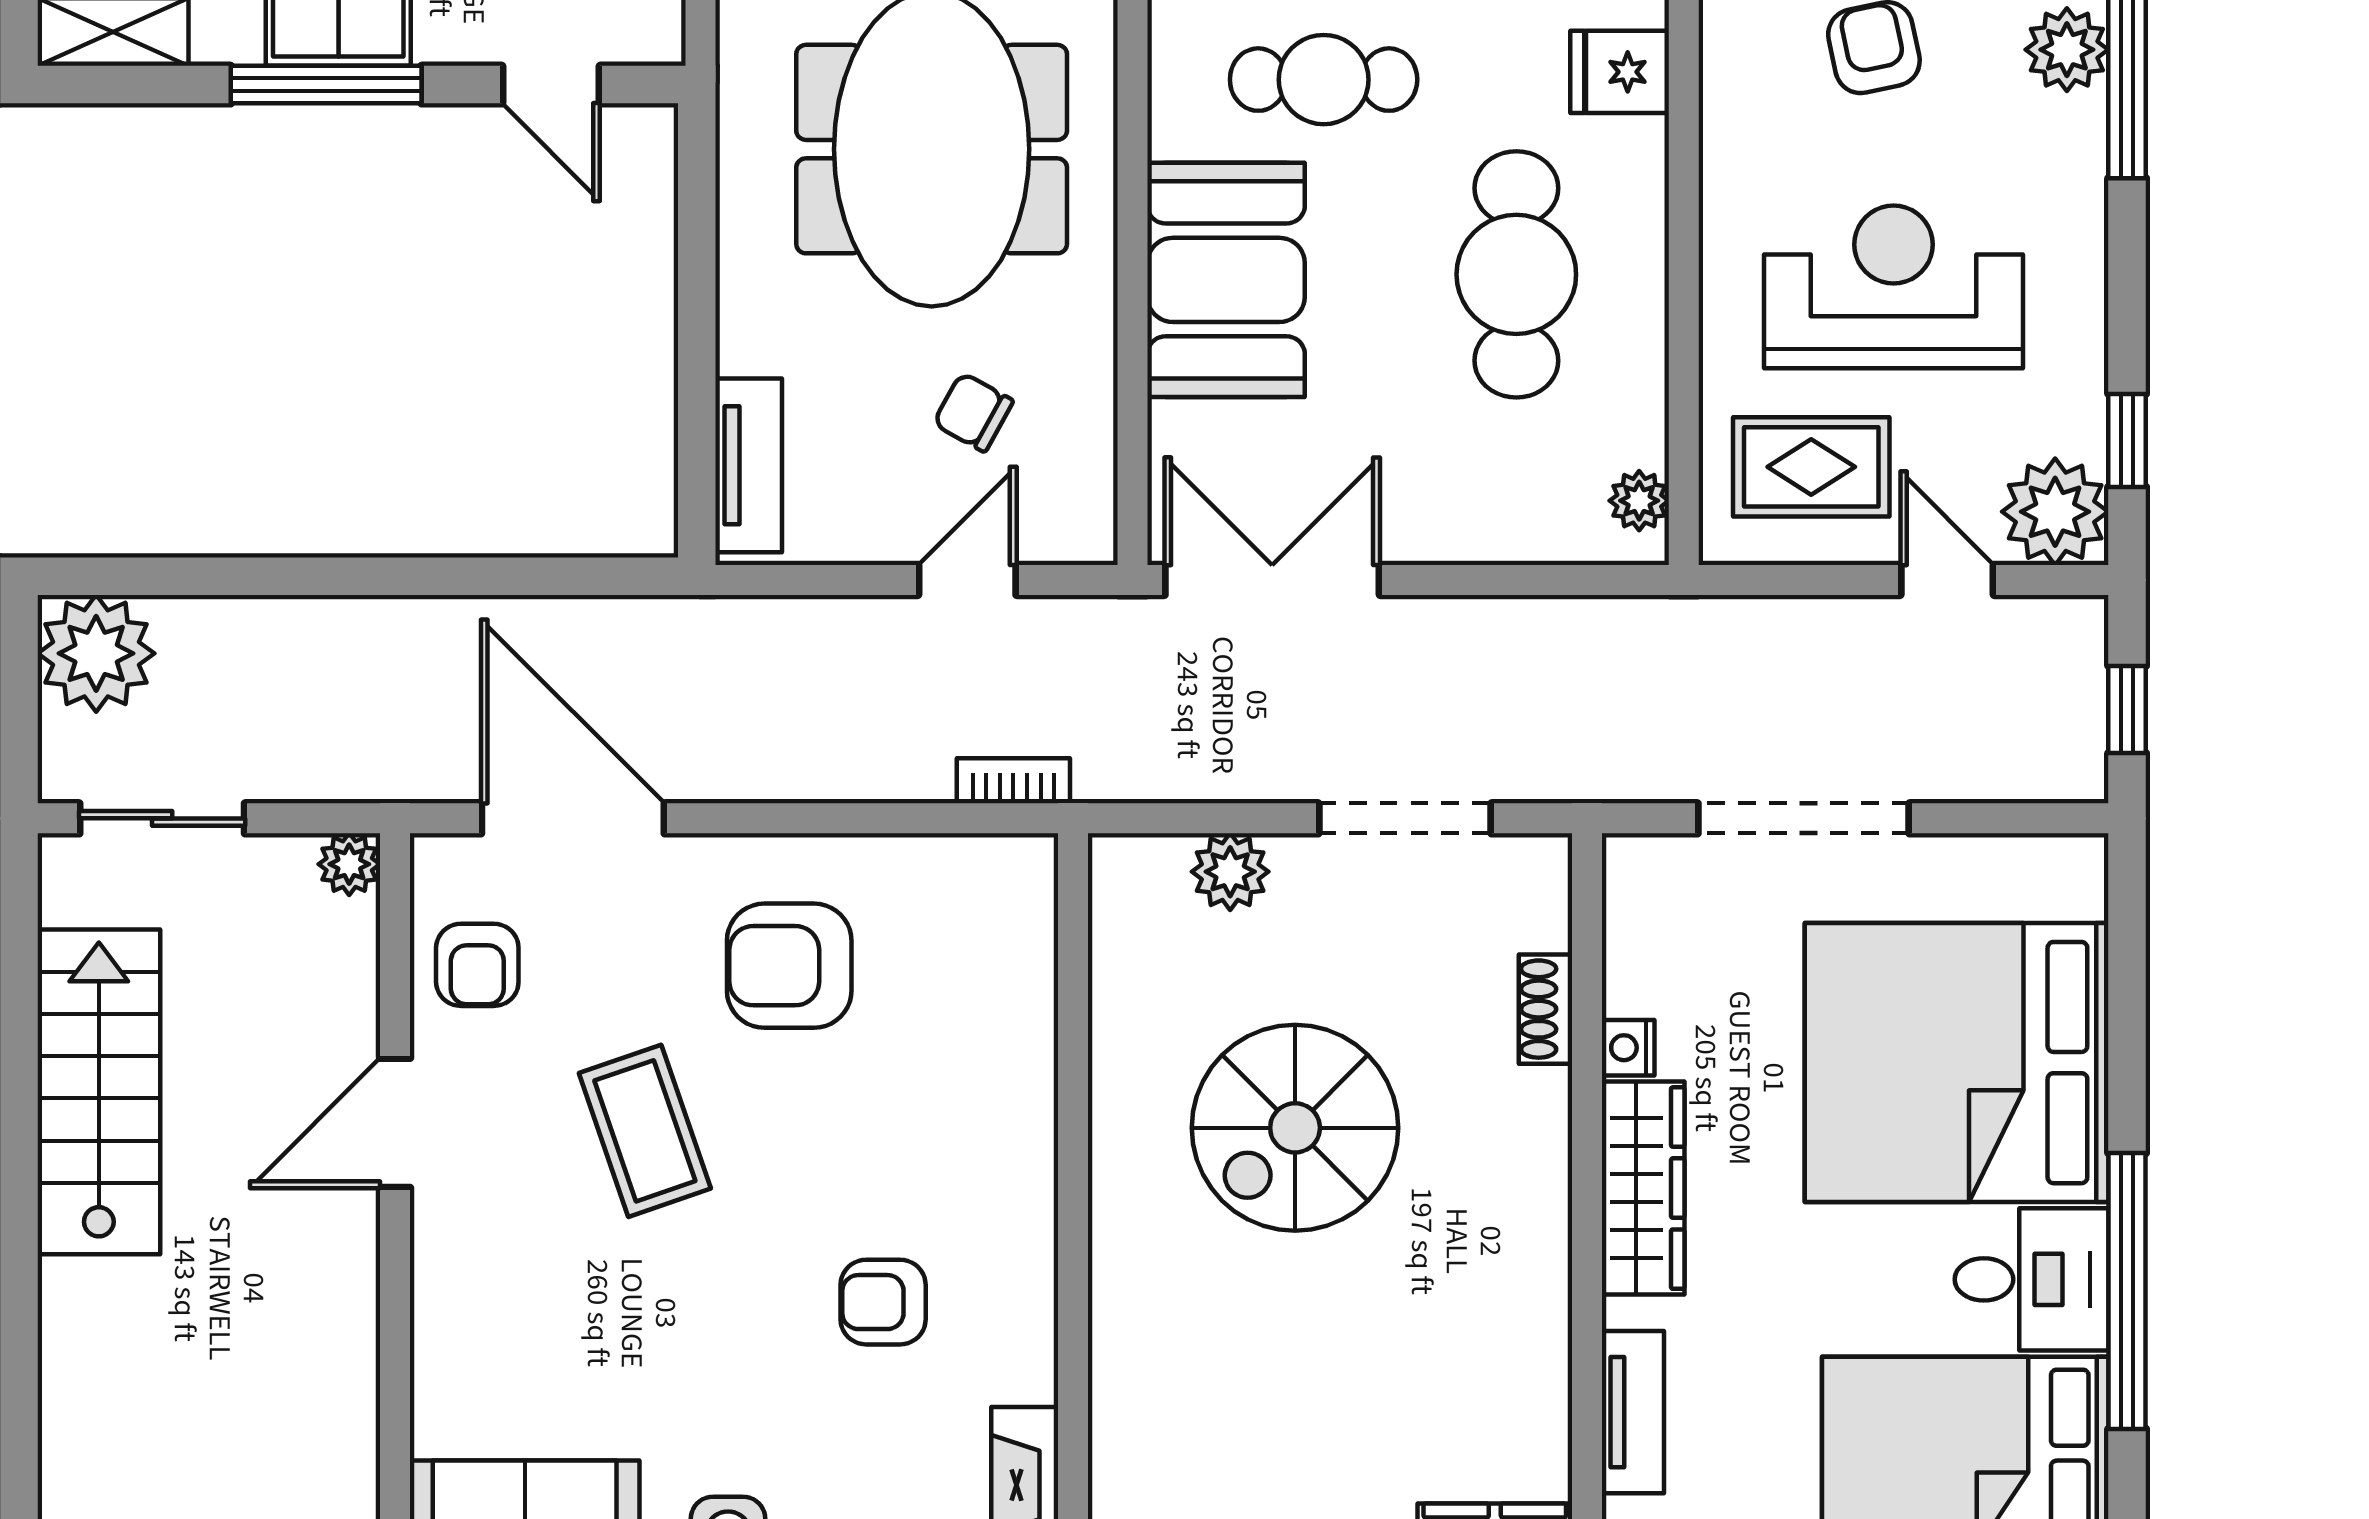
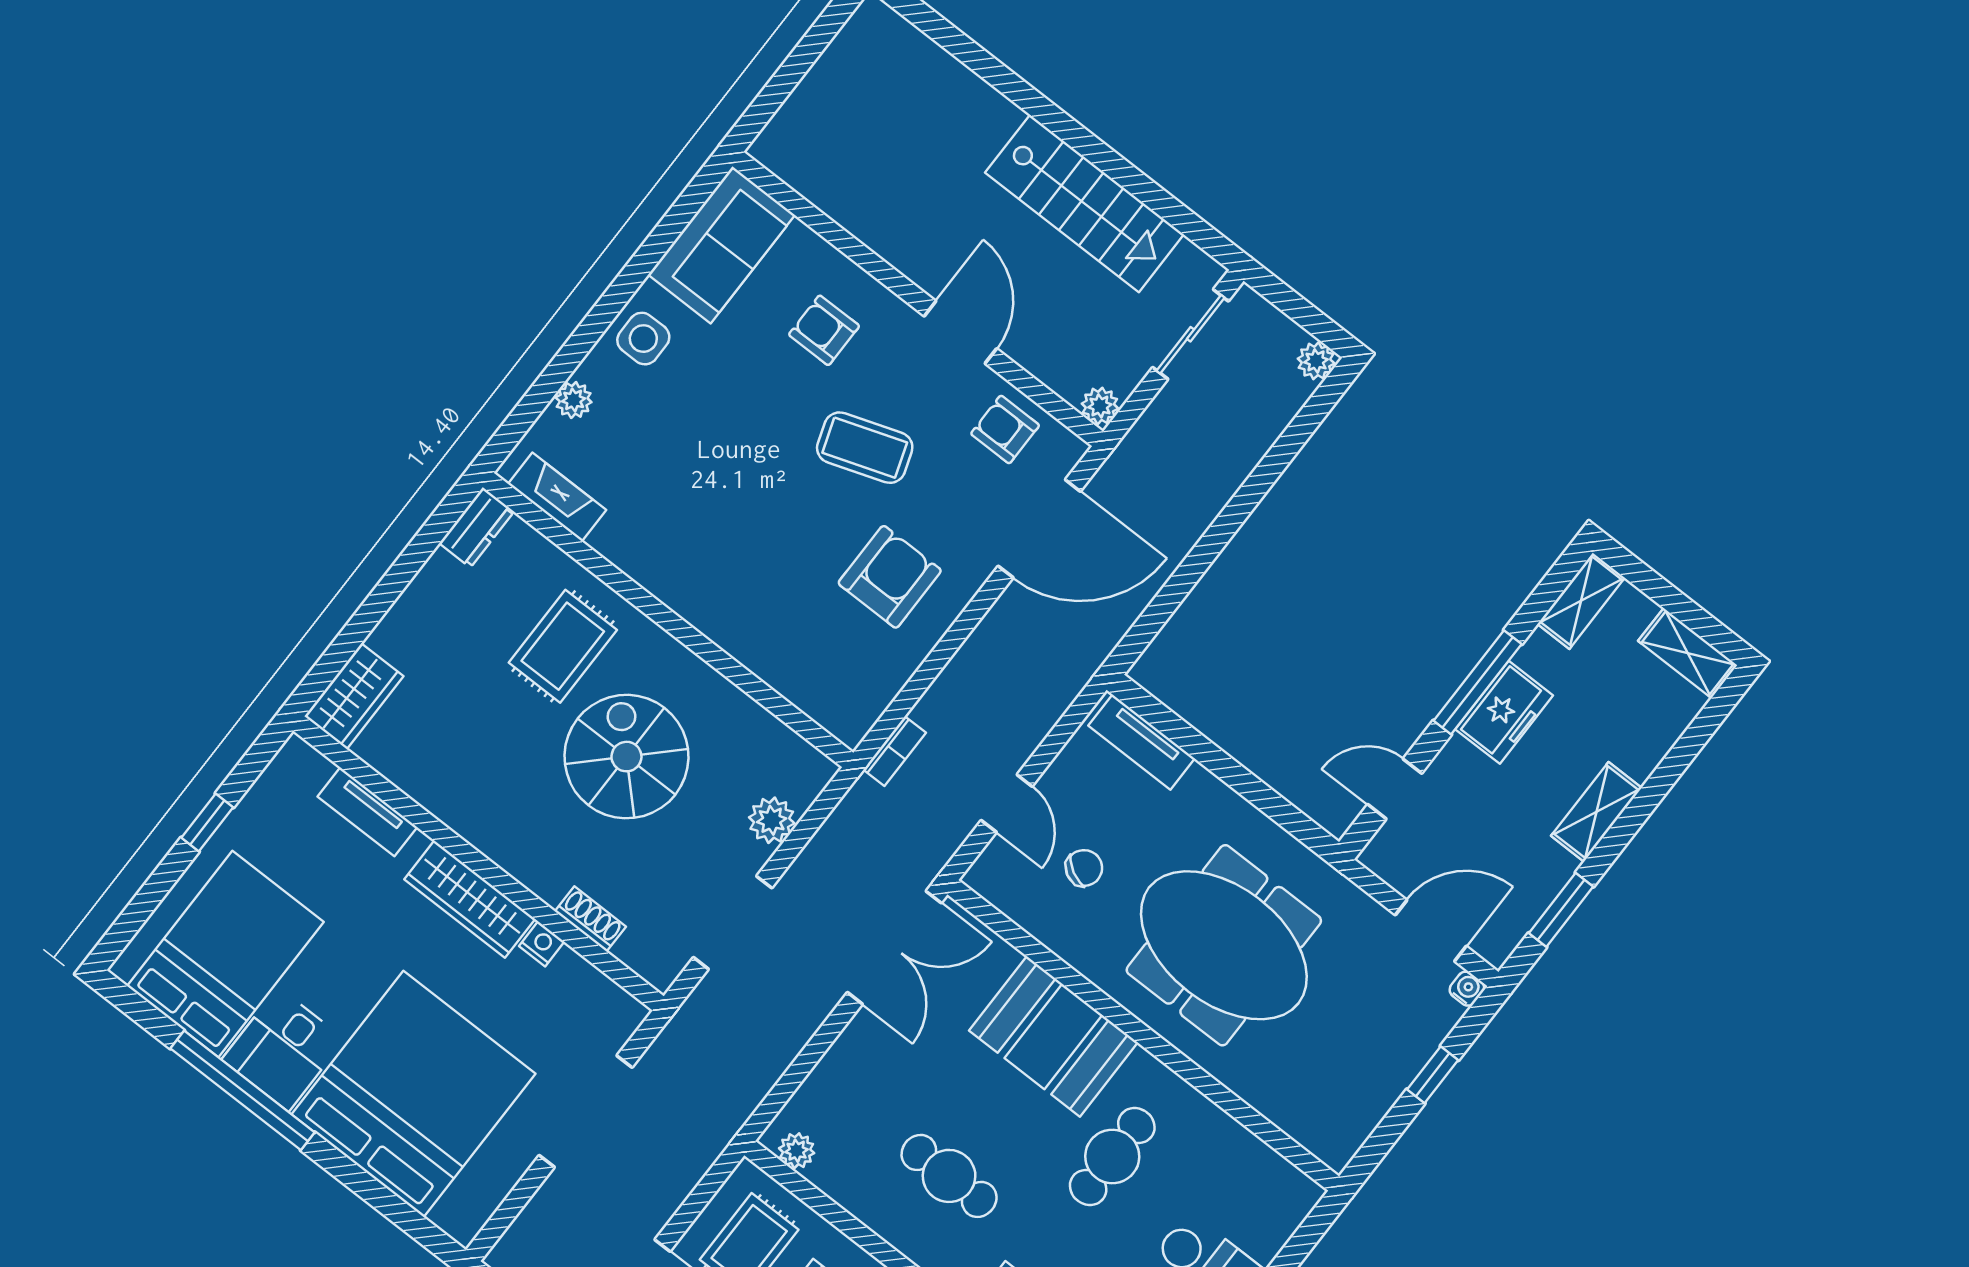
cafe table: (1516, 274) -> (949, 1176), width x0.73, depth x0.74
plant: (96, 653) -> (1316, 361), width x0.53, depth x0.53
armchair: (883, 1302) -> (824, 330), moved, turned -90
rug: (1215, 1325) -> (563, 646), added

